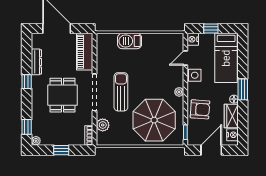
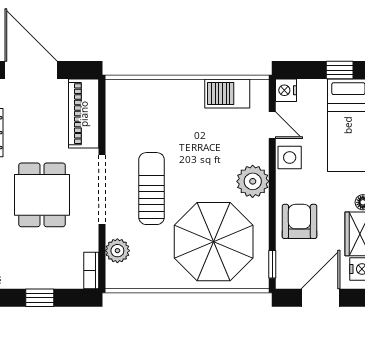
window: (211, 28) -> (340, 70), moved
barbecue: (130, 41) -> (227, 93), moved
door: (185, 58) -> (272, 125), swing flipped
plant: (179, 92) -> (253, 181), width x1.88, depth x1.88
armchair: (200, 109) -> (299, 221), turned -94

